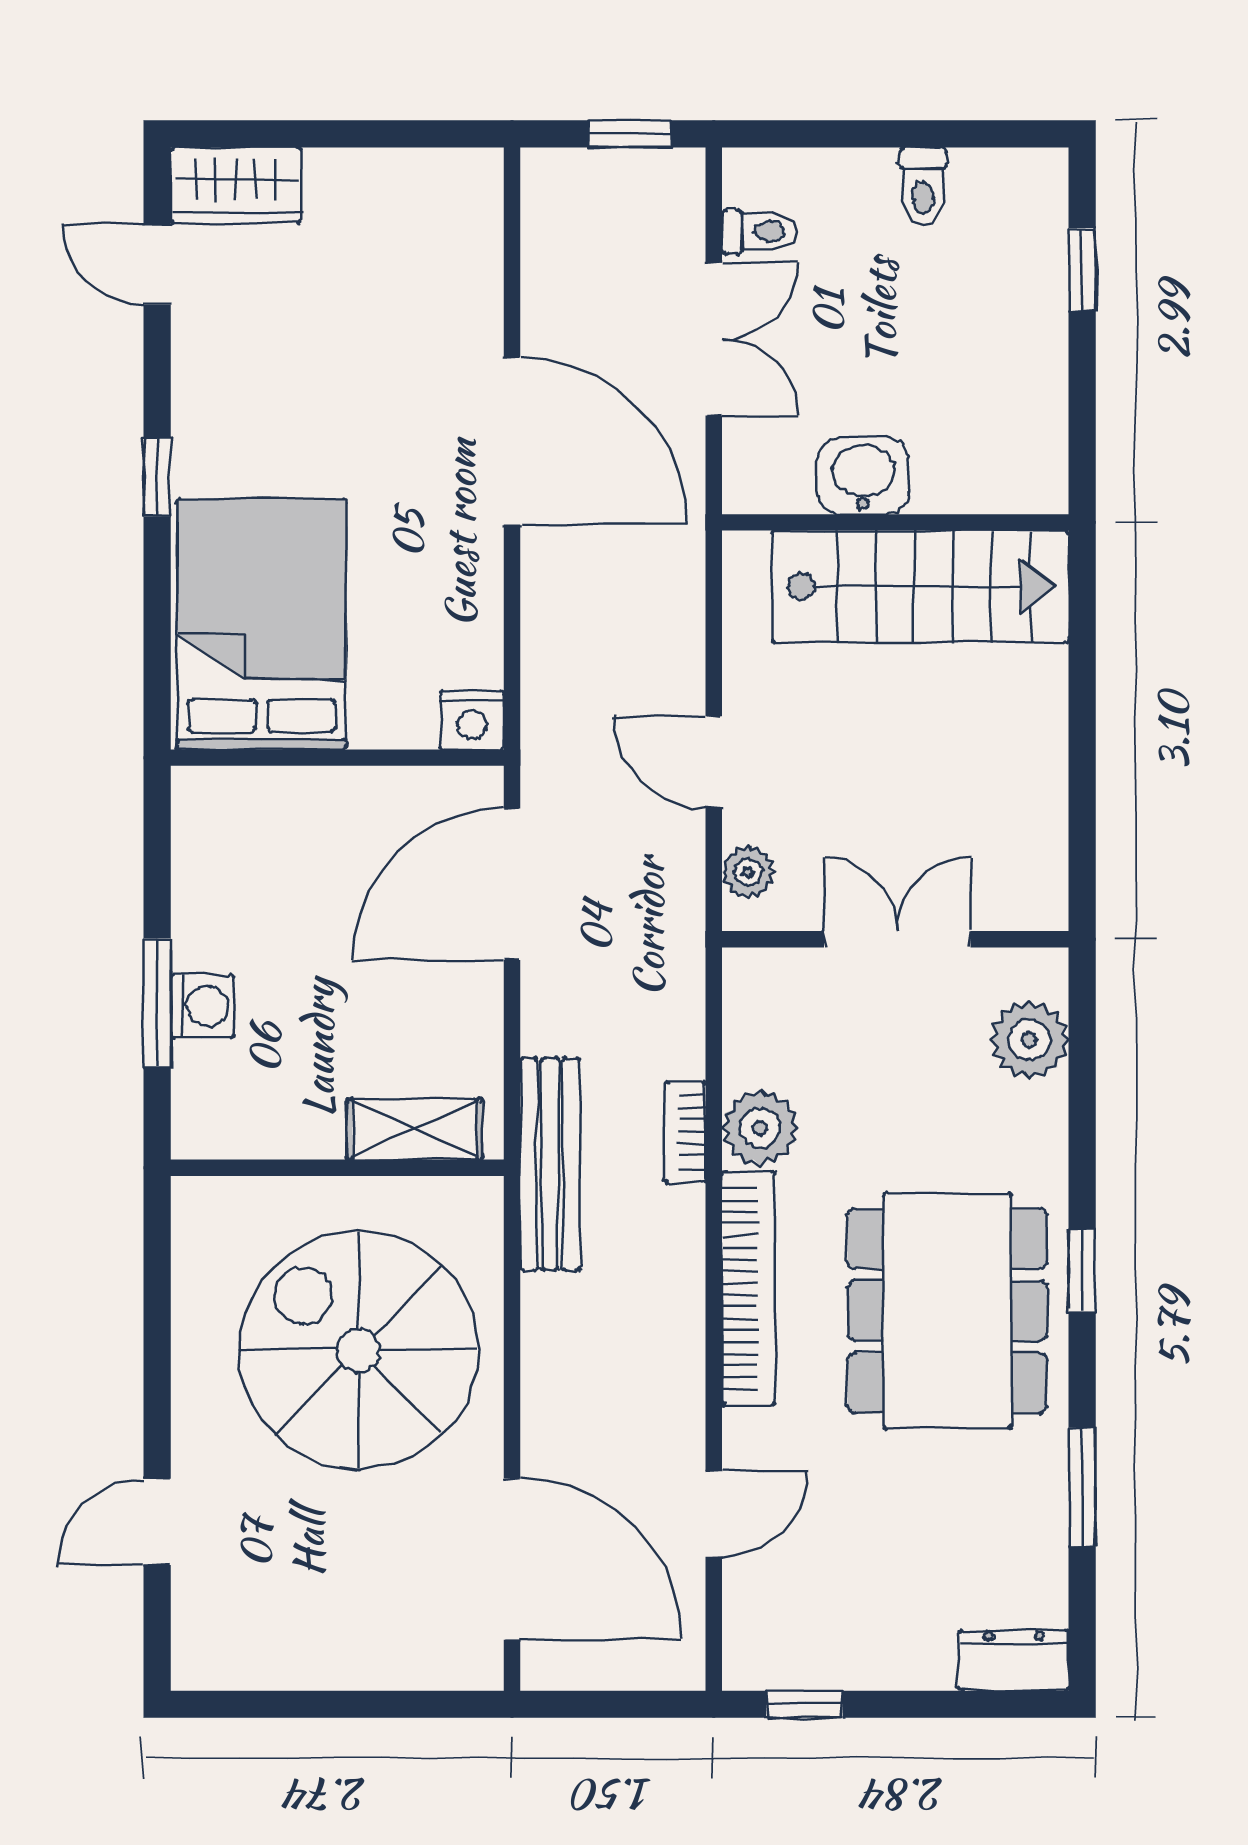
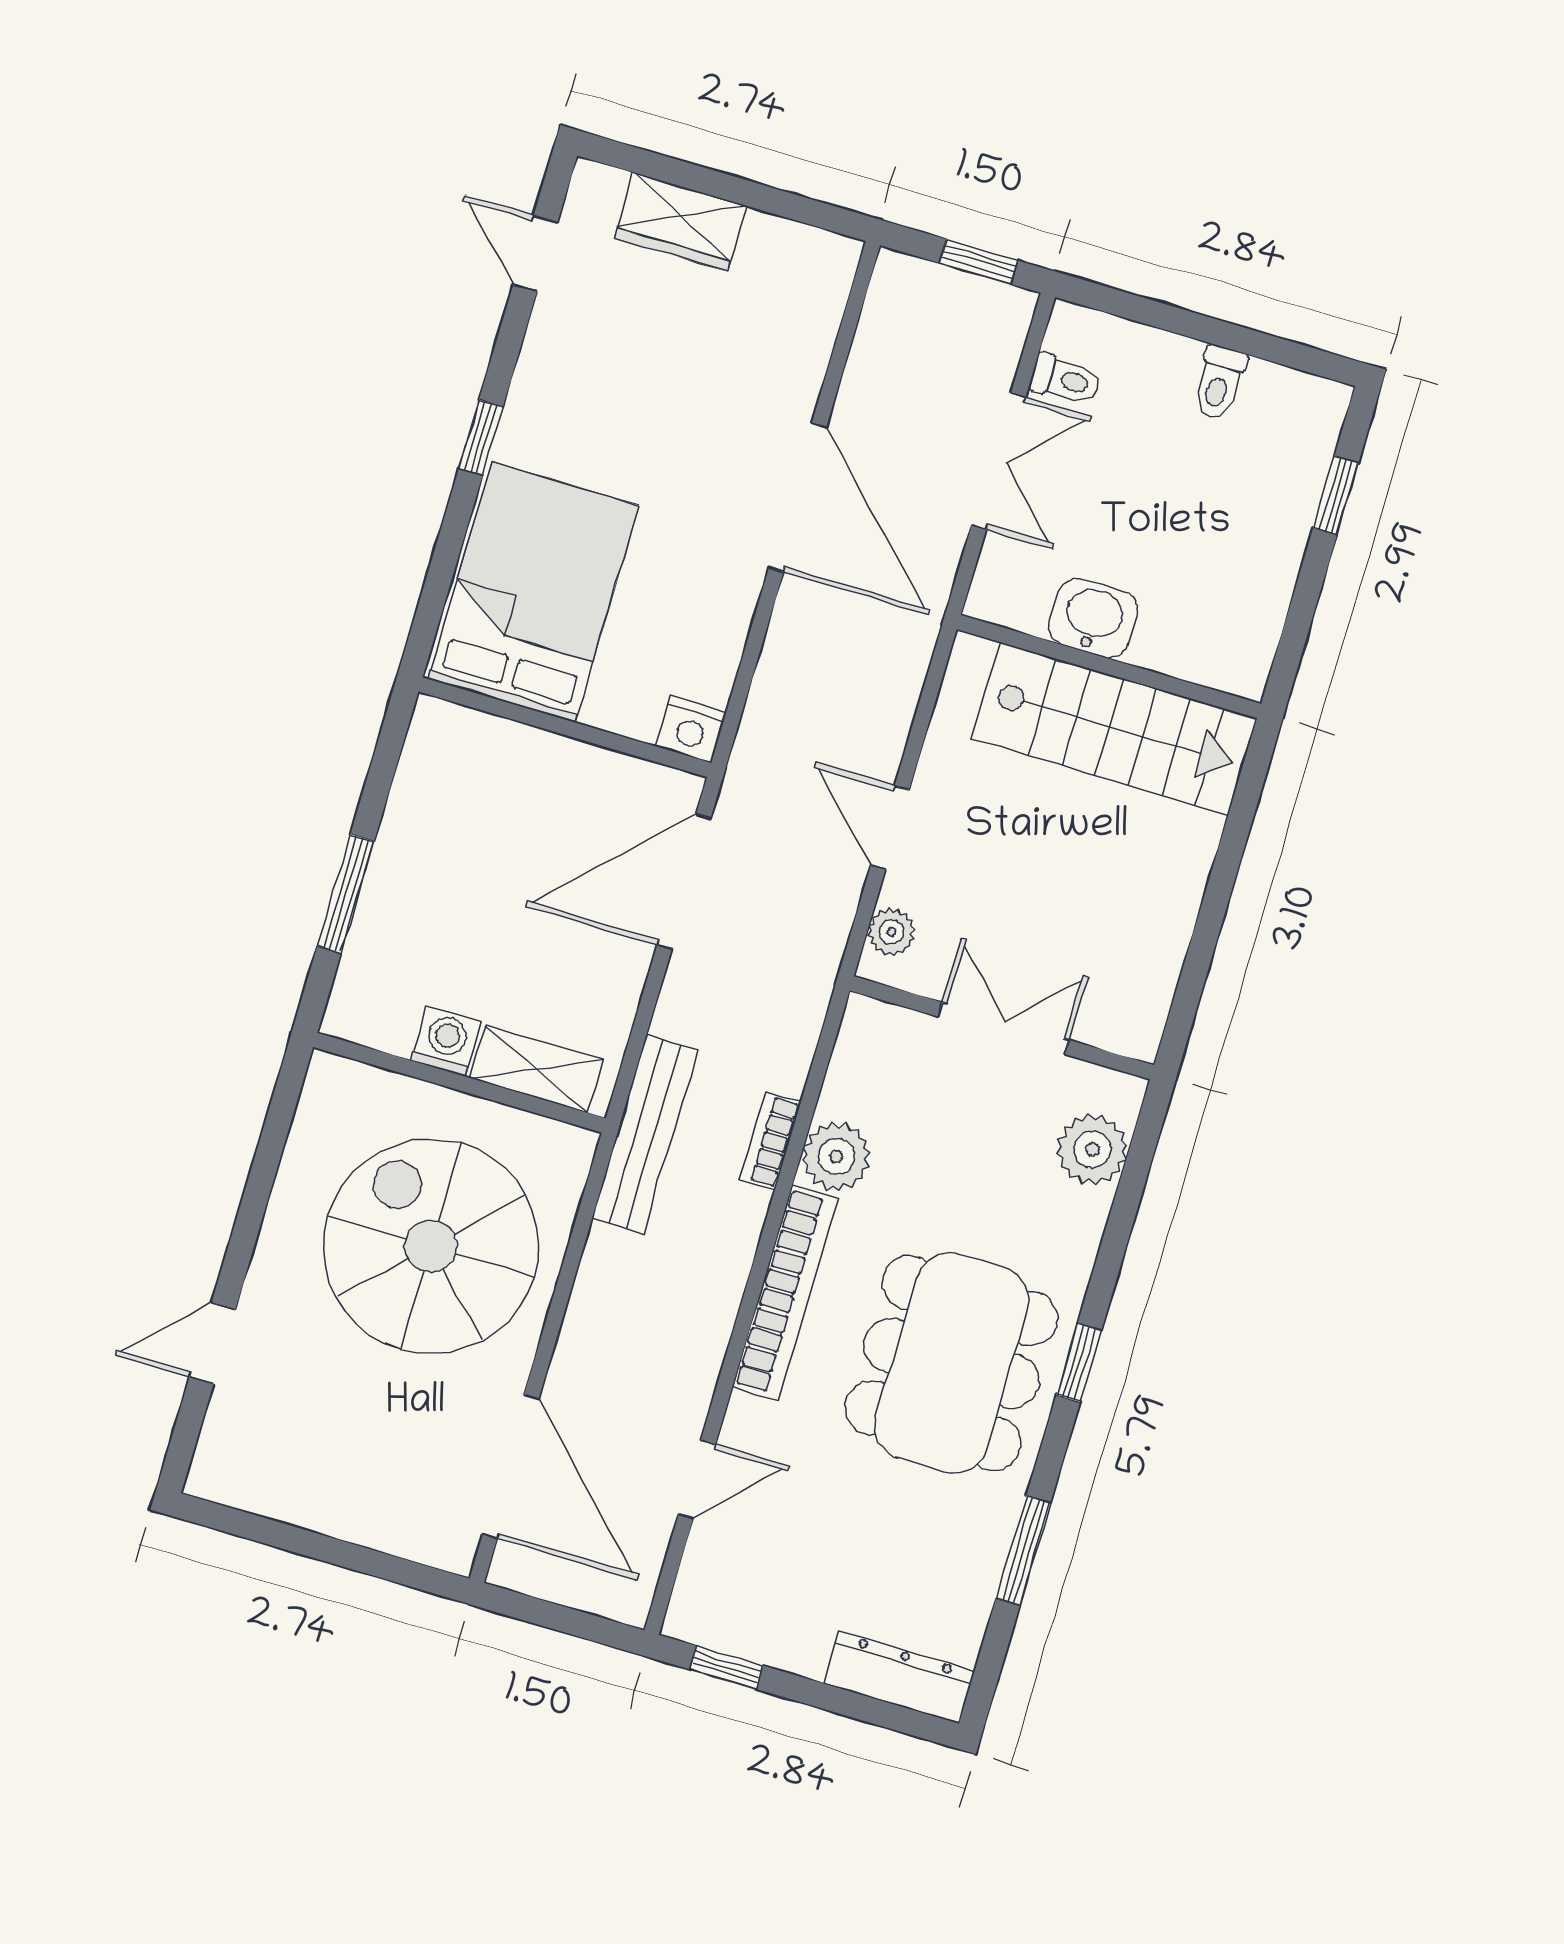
wardrobe: (236, 185) -> (680, 222), moved
washing machine: (202, 1006) -> (446, 1041), moved, turned -90
dresser: (1014, 1660) -> (899, 1677), width x1.44

